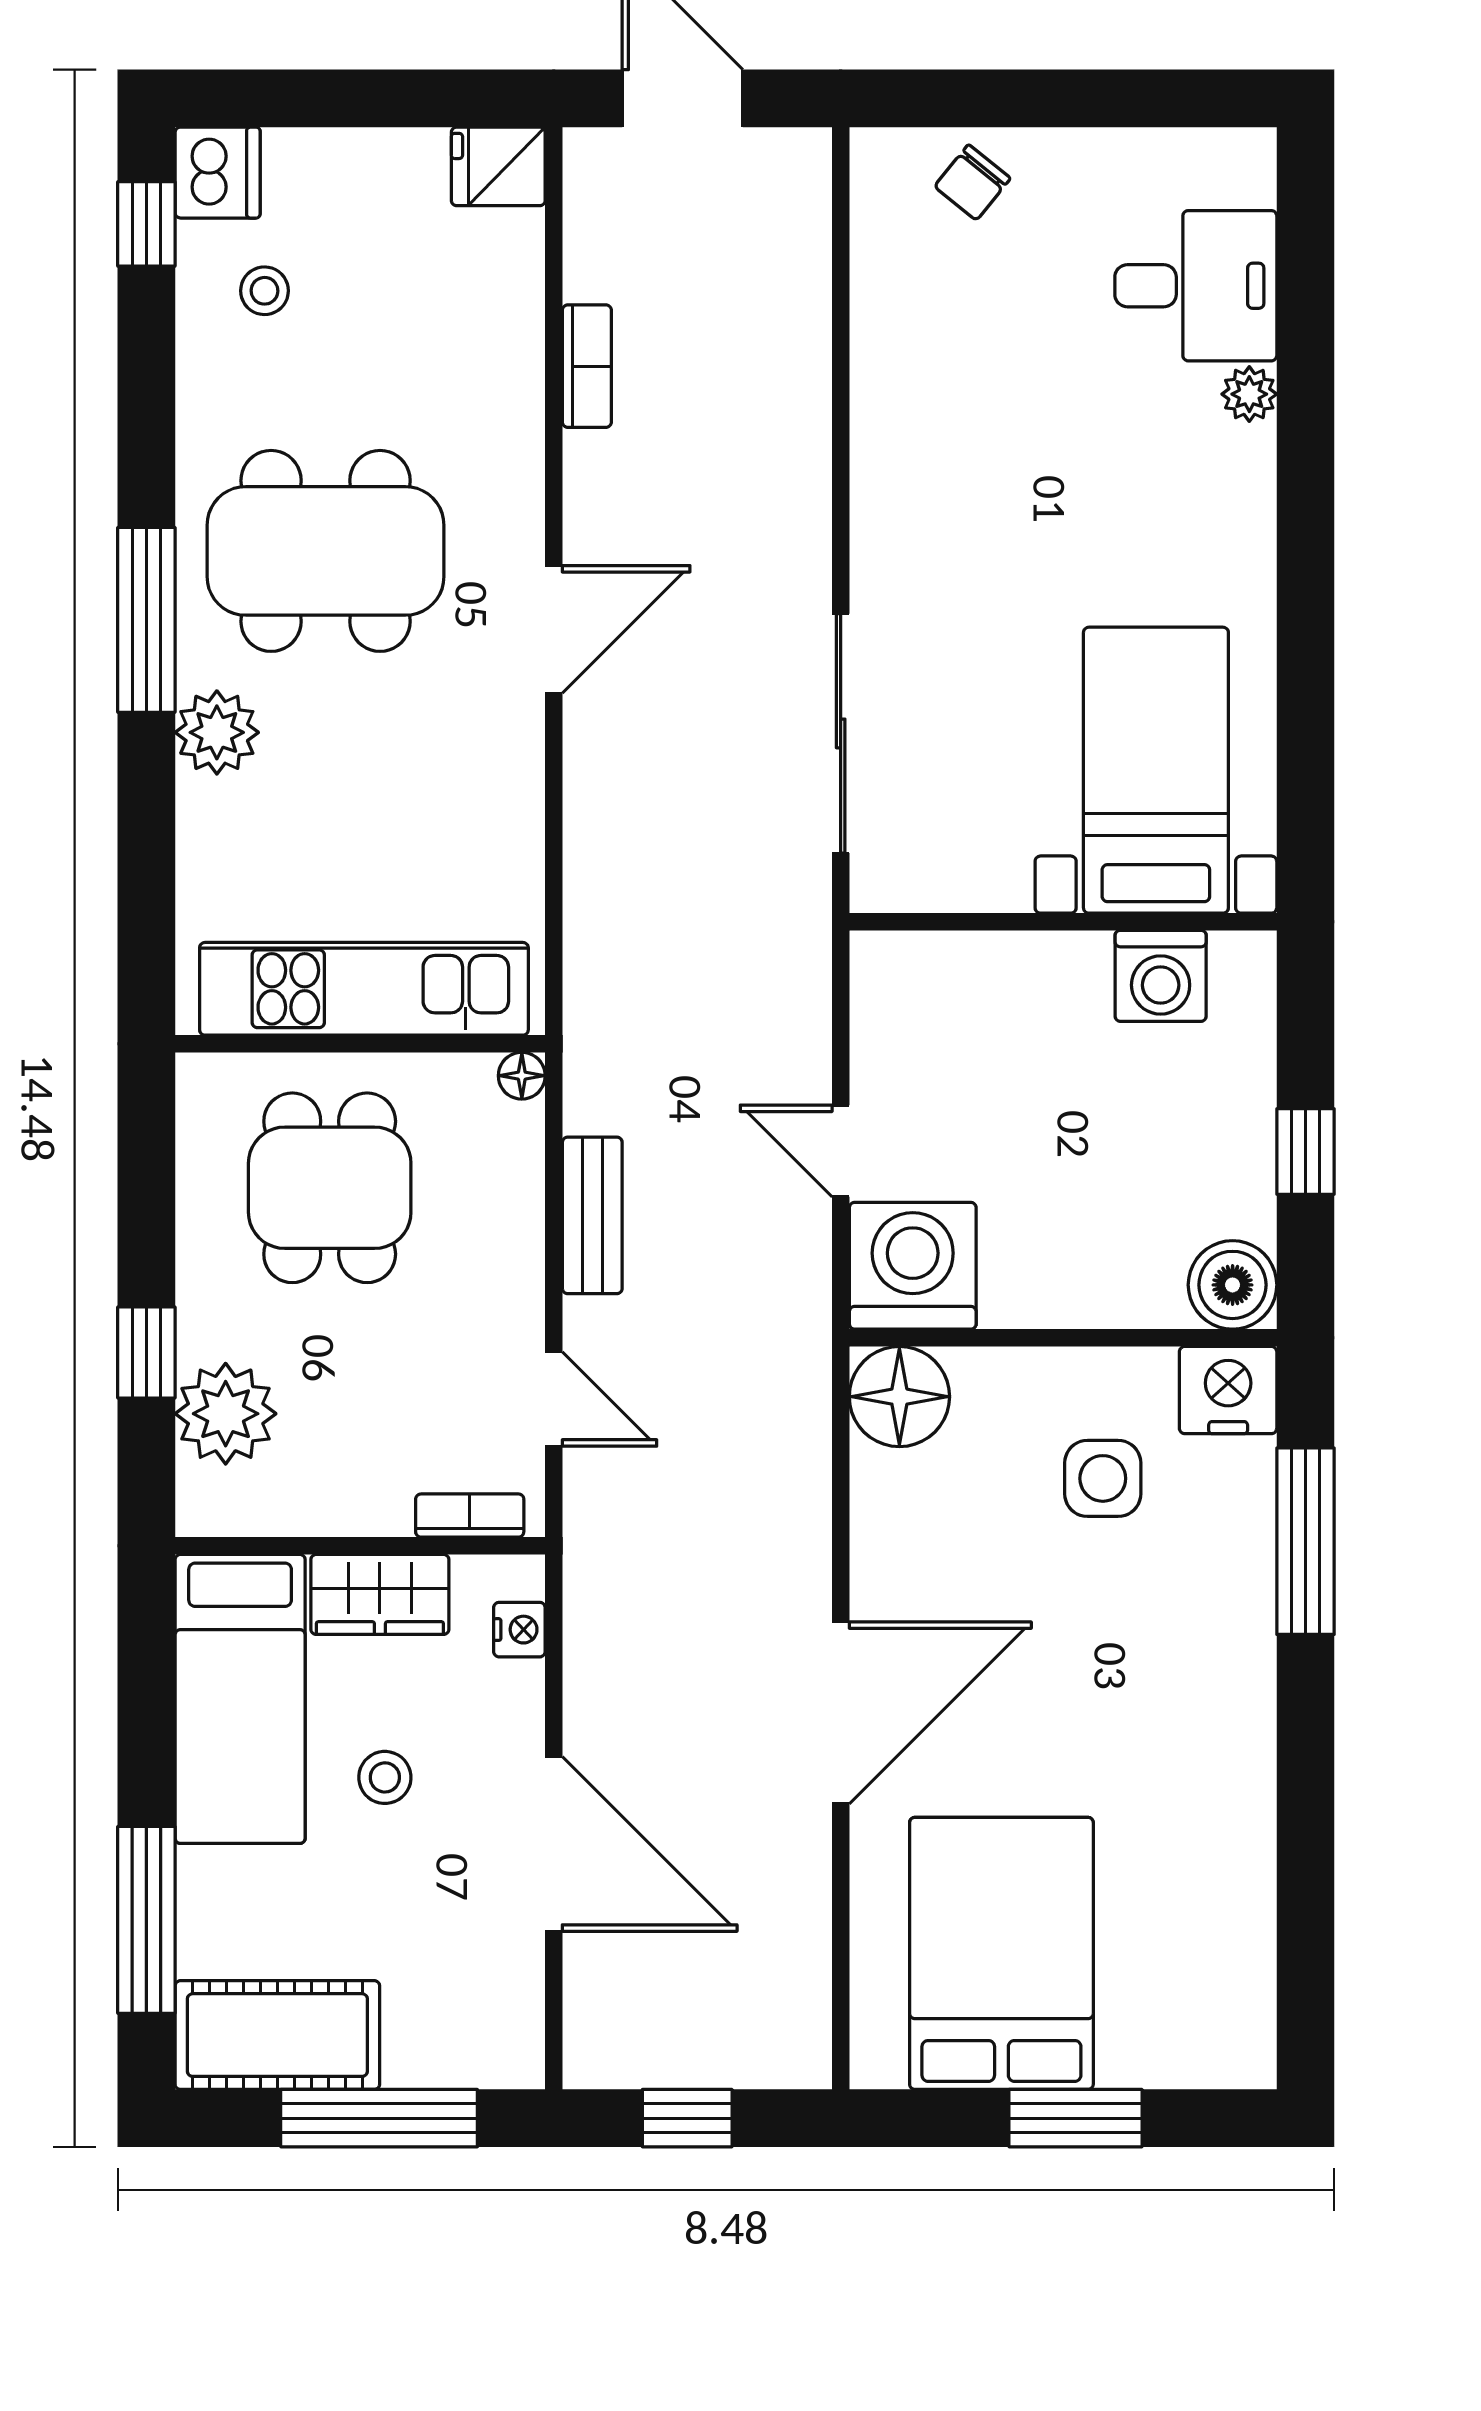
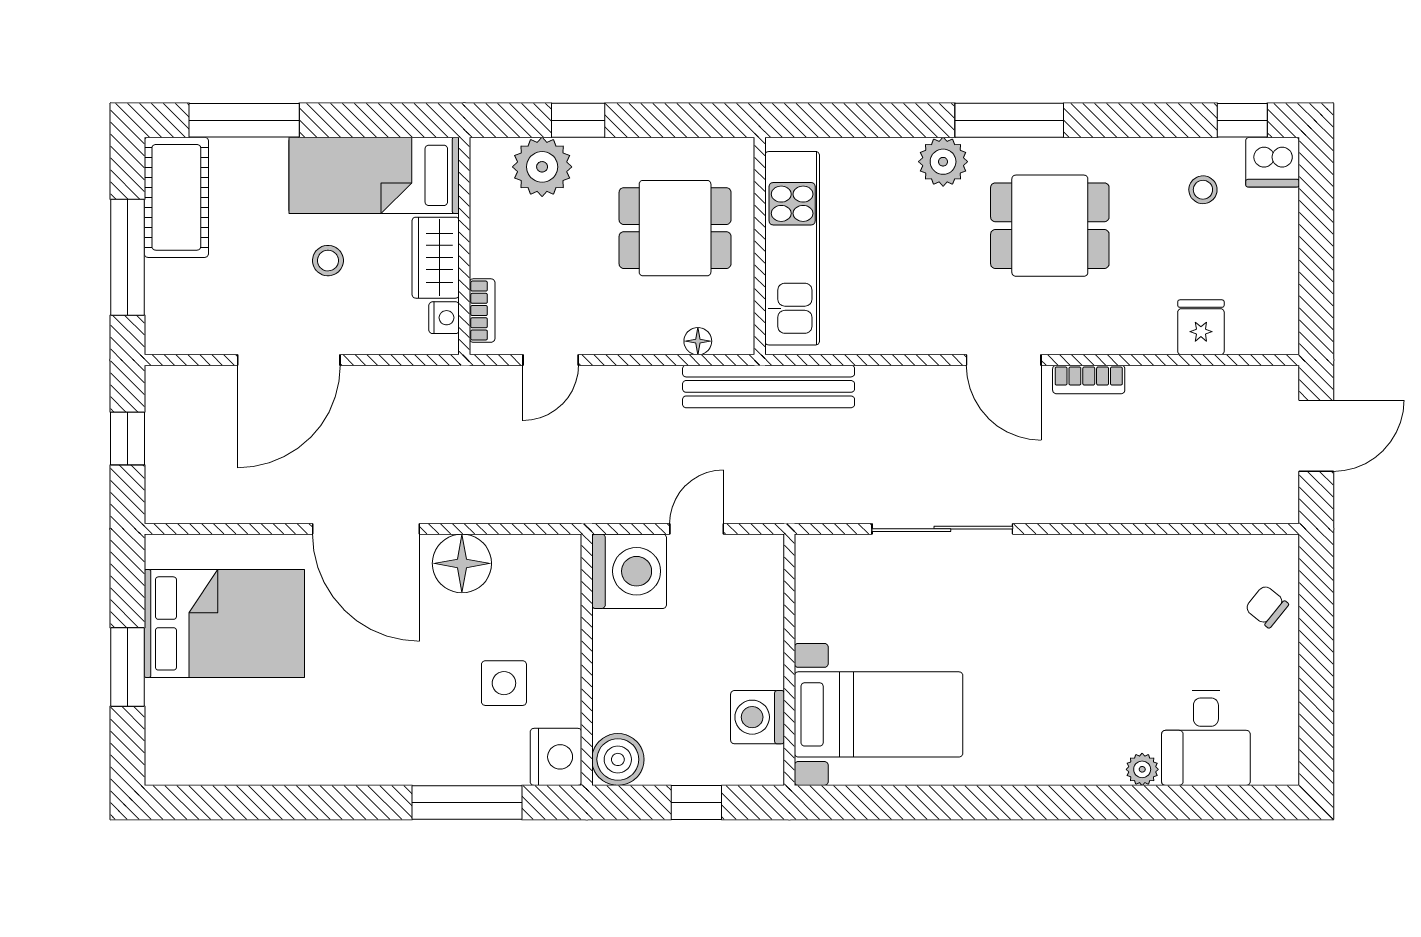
fridge: (498, 166) -> (1201, 327), moved
bookcase: (587, 366) -> (1089, 379), moved
dining table: (326, 551) -> (1050, 226), width x0.73
bed with nightstands: (1156, 770) -> (879, 714), moved
wall: (1063, 922) -> (789, 660), moved
washing machine: (1161, 976) -> (758, 717), moved
floor lamp: (522, 1076) -> (698, 341), moved
bench: (592, 1215) -> (769, 386), moved, width x1.86, depth x1.21
floor lamp: (899, 1397) -> (462, 563), moved
nightstand: (519, 1630) -> (444, 318), moved, turned -90

